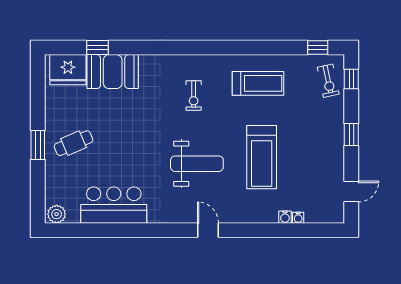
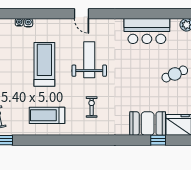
weight bench: (197, 164) -> (89, 60), turned 90

